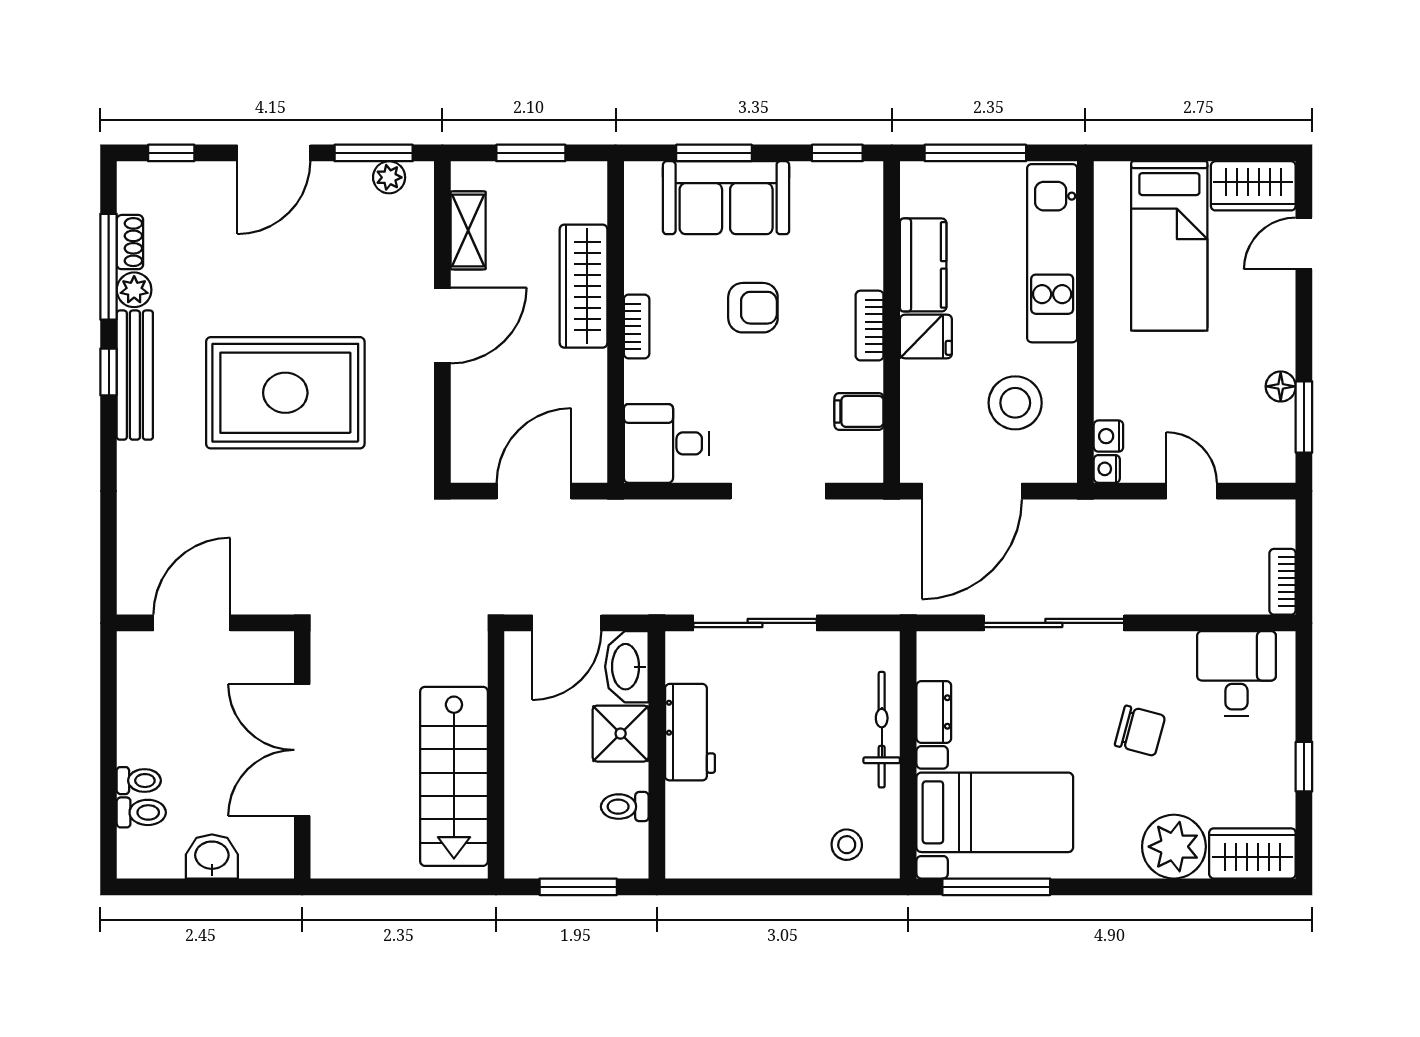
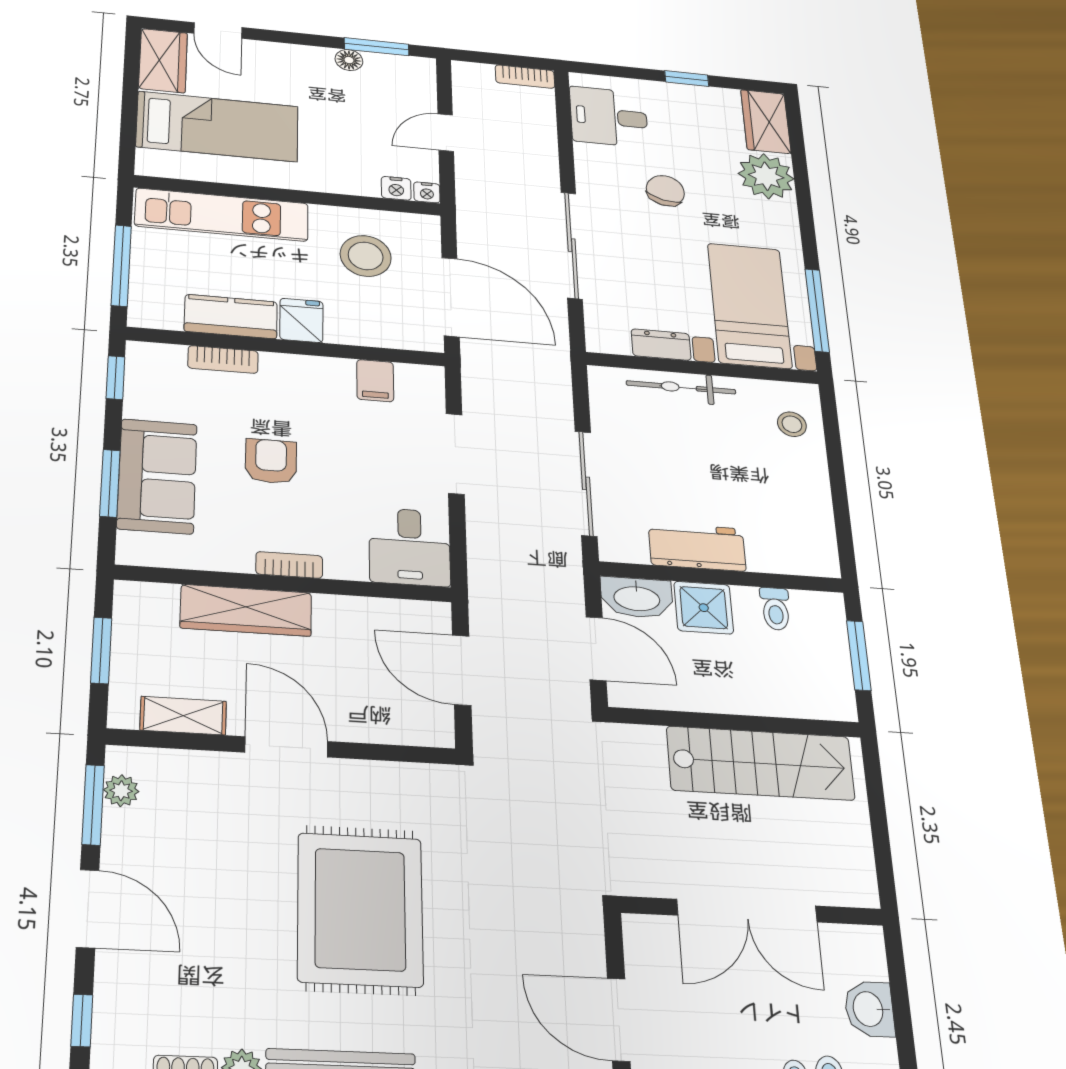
bookcase: (870, 326) -> (223, 360), moved

